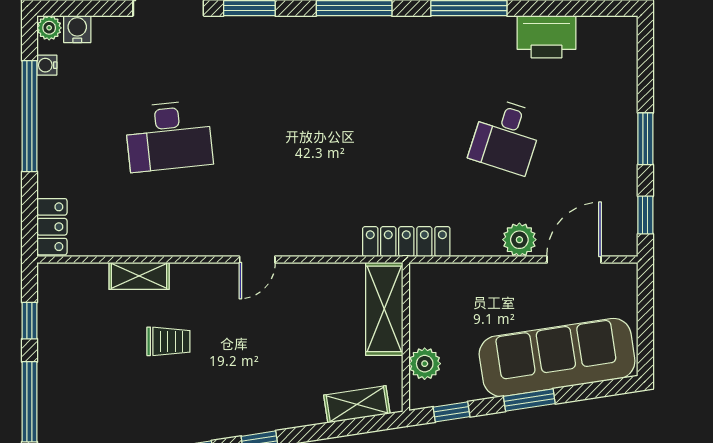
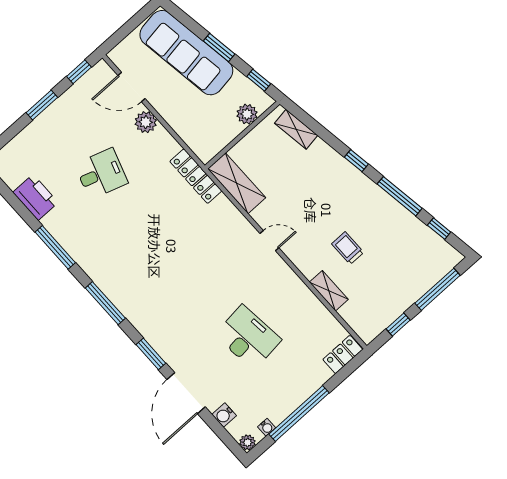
water cooler: (77, 29) -> (224, 415), moved
shelving: (384, 309) -> (237, 183), moved, turned 90

